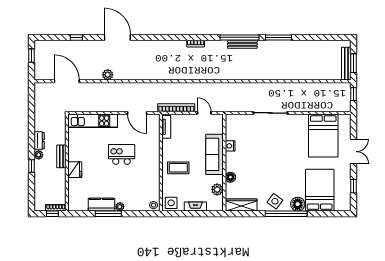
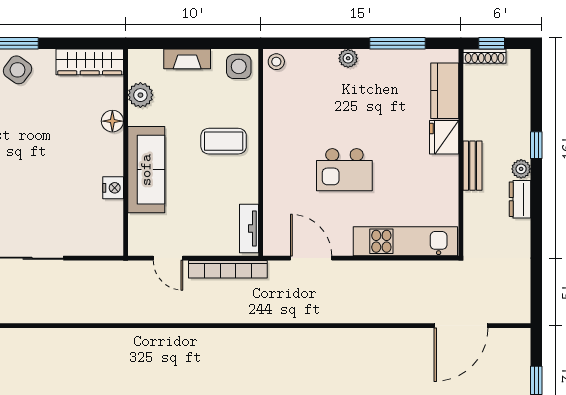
plant: (108, 75) -> (374, 340), removed
door: (67, 81) -> (461, 326), hinge flipped
kitchen counter: (101, 205) -> (445, 91), moved, turned 90
window: (108, 214) -> (397, 43), moved

